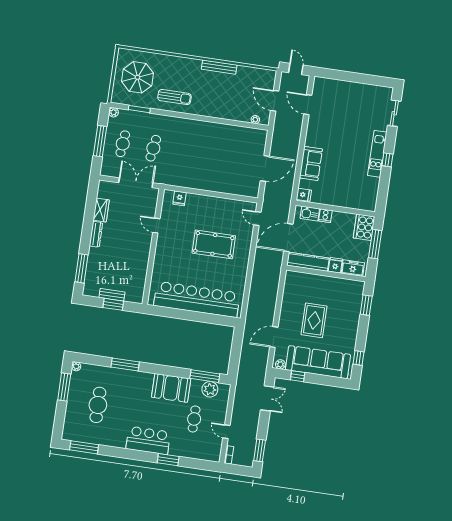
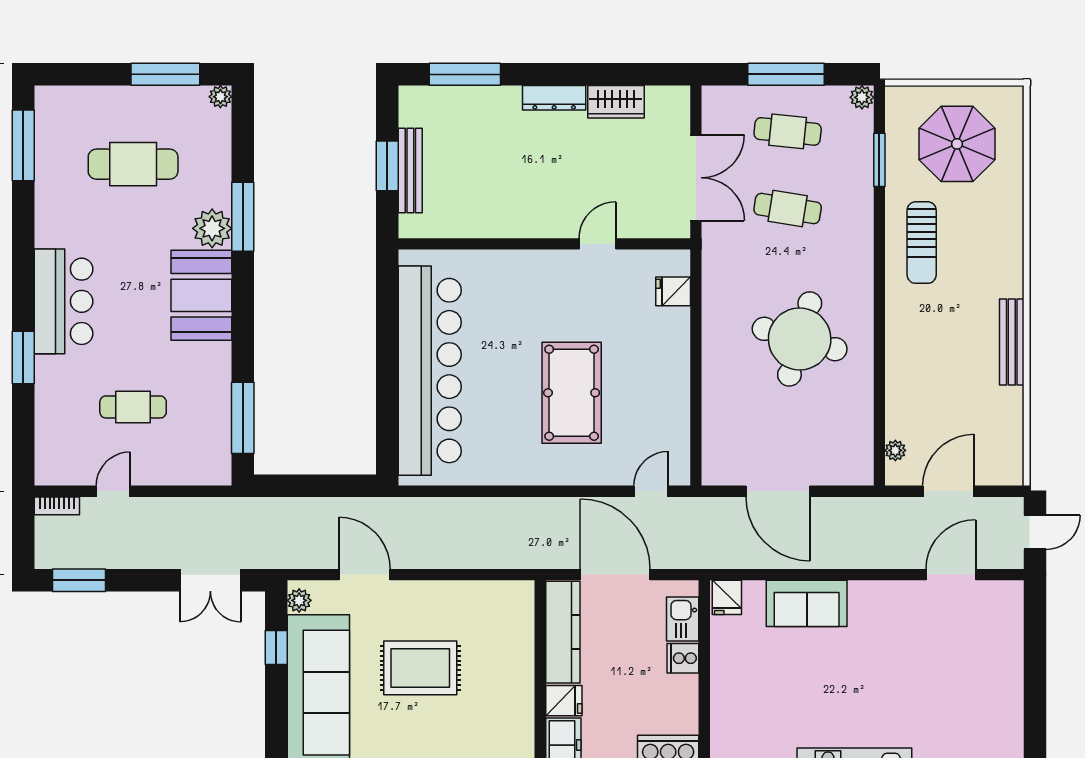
round table: (206, 151) -> (800, 339), added
bench: (112, 295) -> (410, 171), width x1.36
booth: (171, 388) -> (201, 295), moved
plant: (210, 389) -> (212, 228), moved

